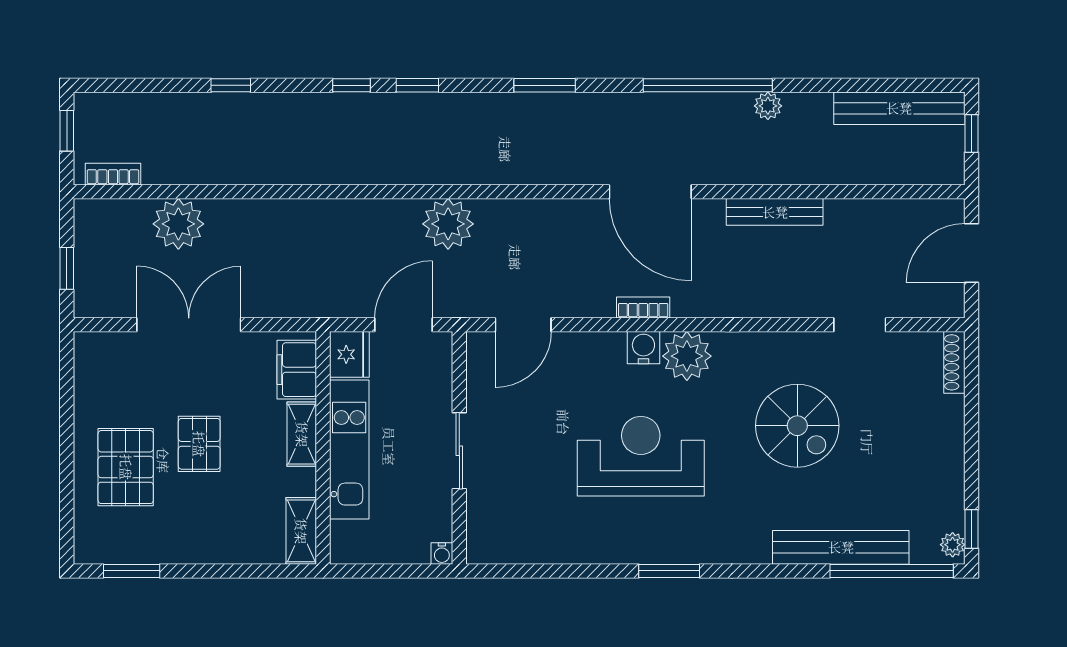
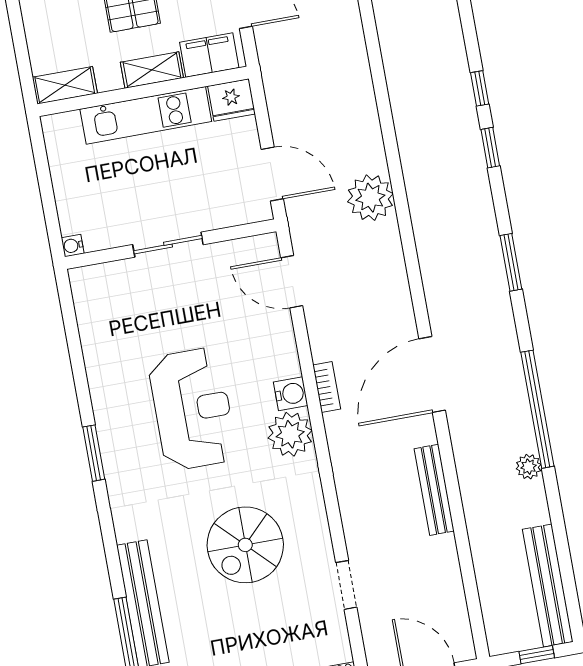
fridge: (349, 354) -> (232, 100), moved
filing cabinet: (297, 370) -> (209, 55), moved
shelving: (302, 434) -> (152, 70), moved
wall: (323, 448) -> (143, 91), moved
kitchen unit: (349, 450) -> (146, 115), moved
shelving: (301, 531) -> (65, 85), moved

